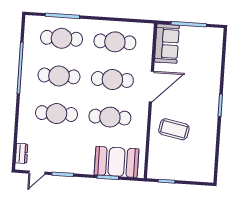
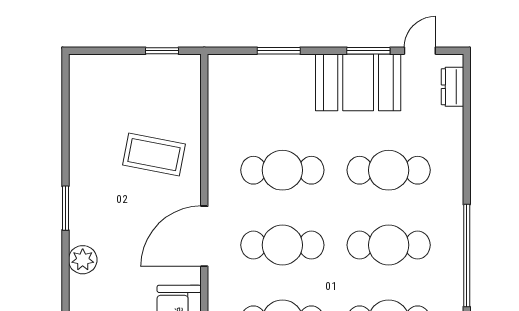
plant: (213, 79) -> (83, 260), added
booth: (117, 162) -> (358, 82), moved

